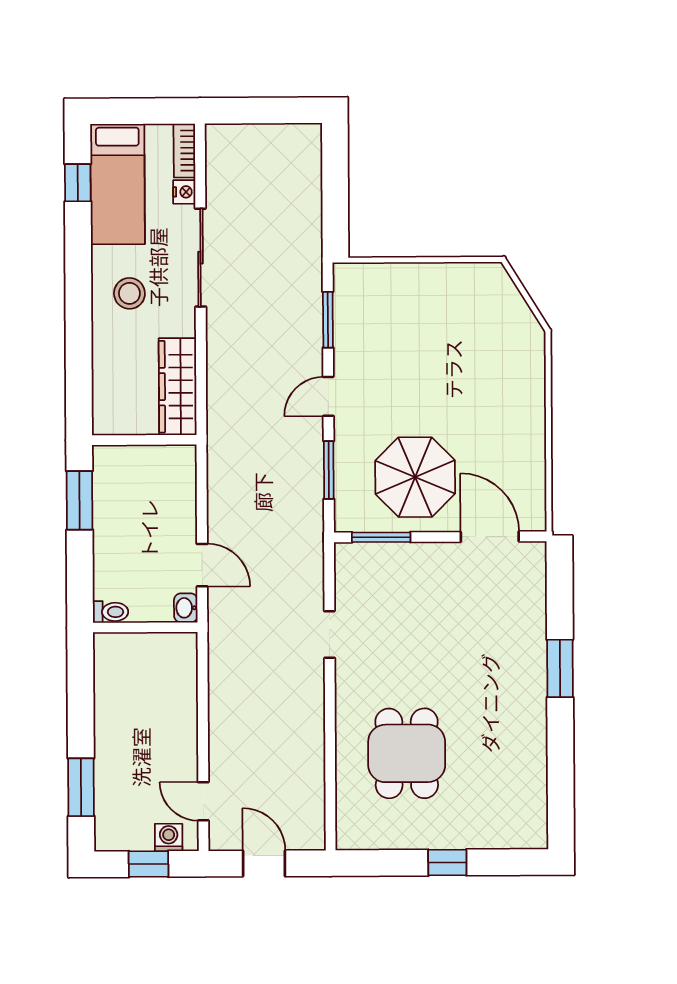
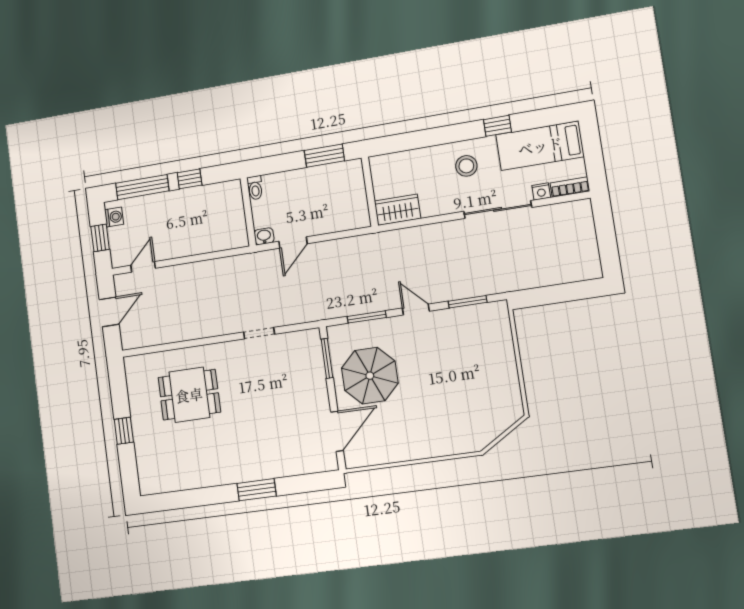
window: (78, 183) -> (497, 126), moved
wardrobe: (178, 387) -> (398, 210), width x0.67
window: (81, 711) -> (190, 179), added
window: (81, 787) -> (142, 187), width x1.44
washing machine: (169, 837) -> (114, 217), moved

